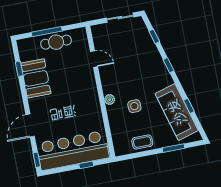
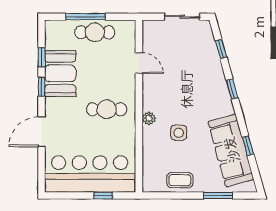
cafe table: (76, 99) -> (107, 109), added
window: (37, 160) -> (42, 87), moved

